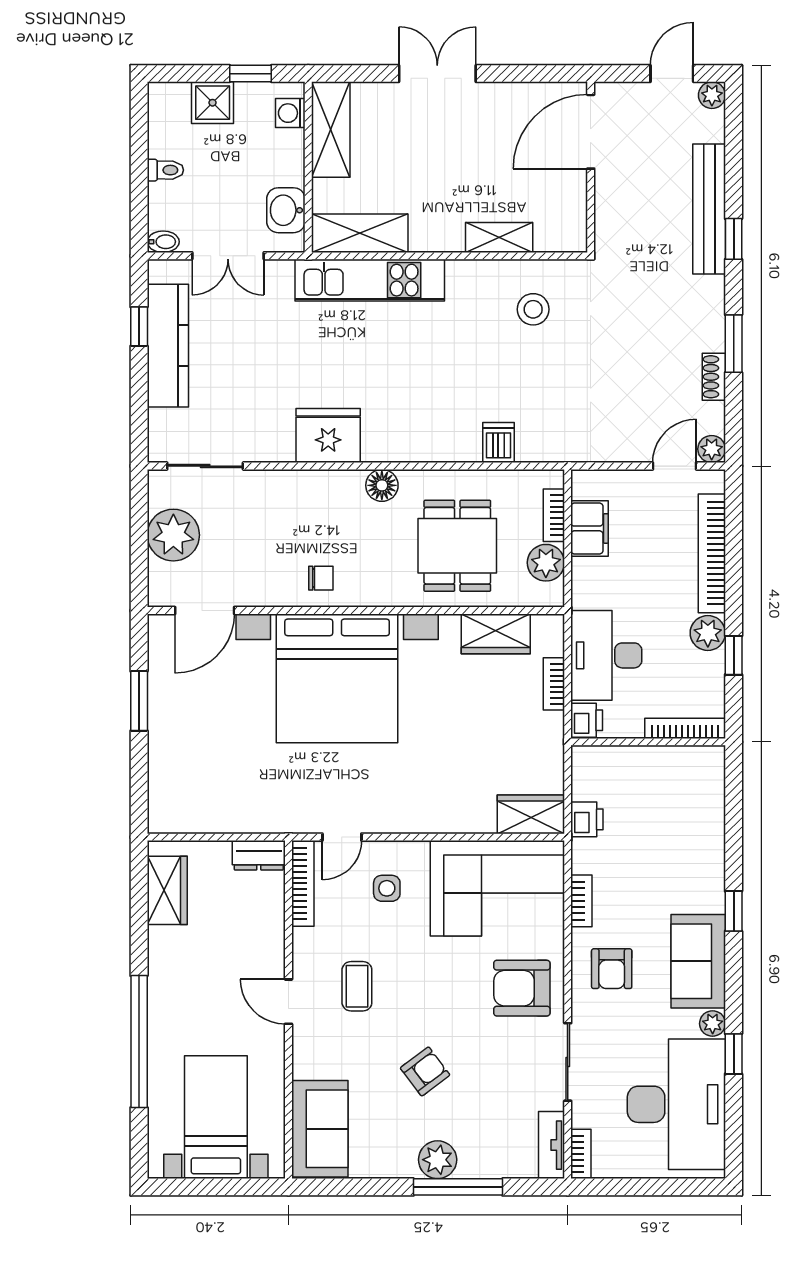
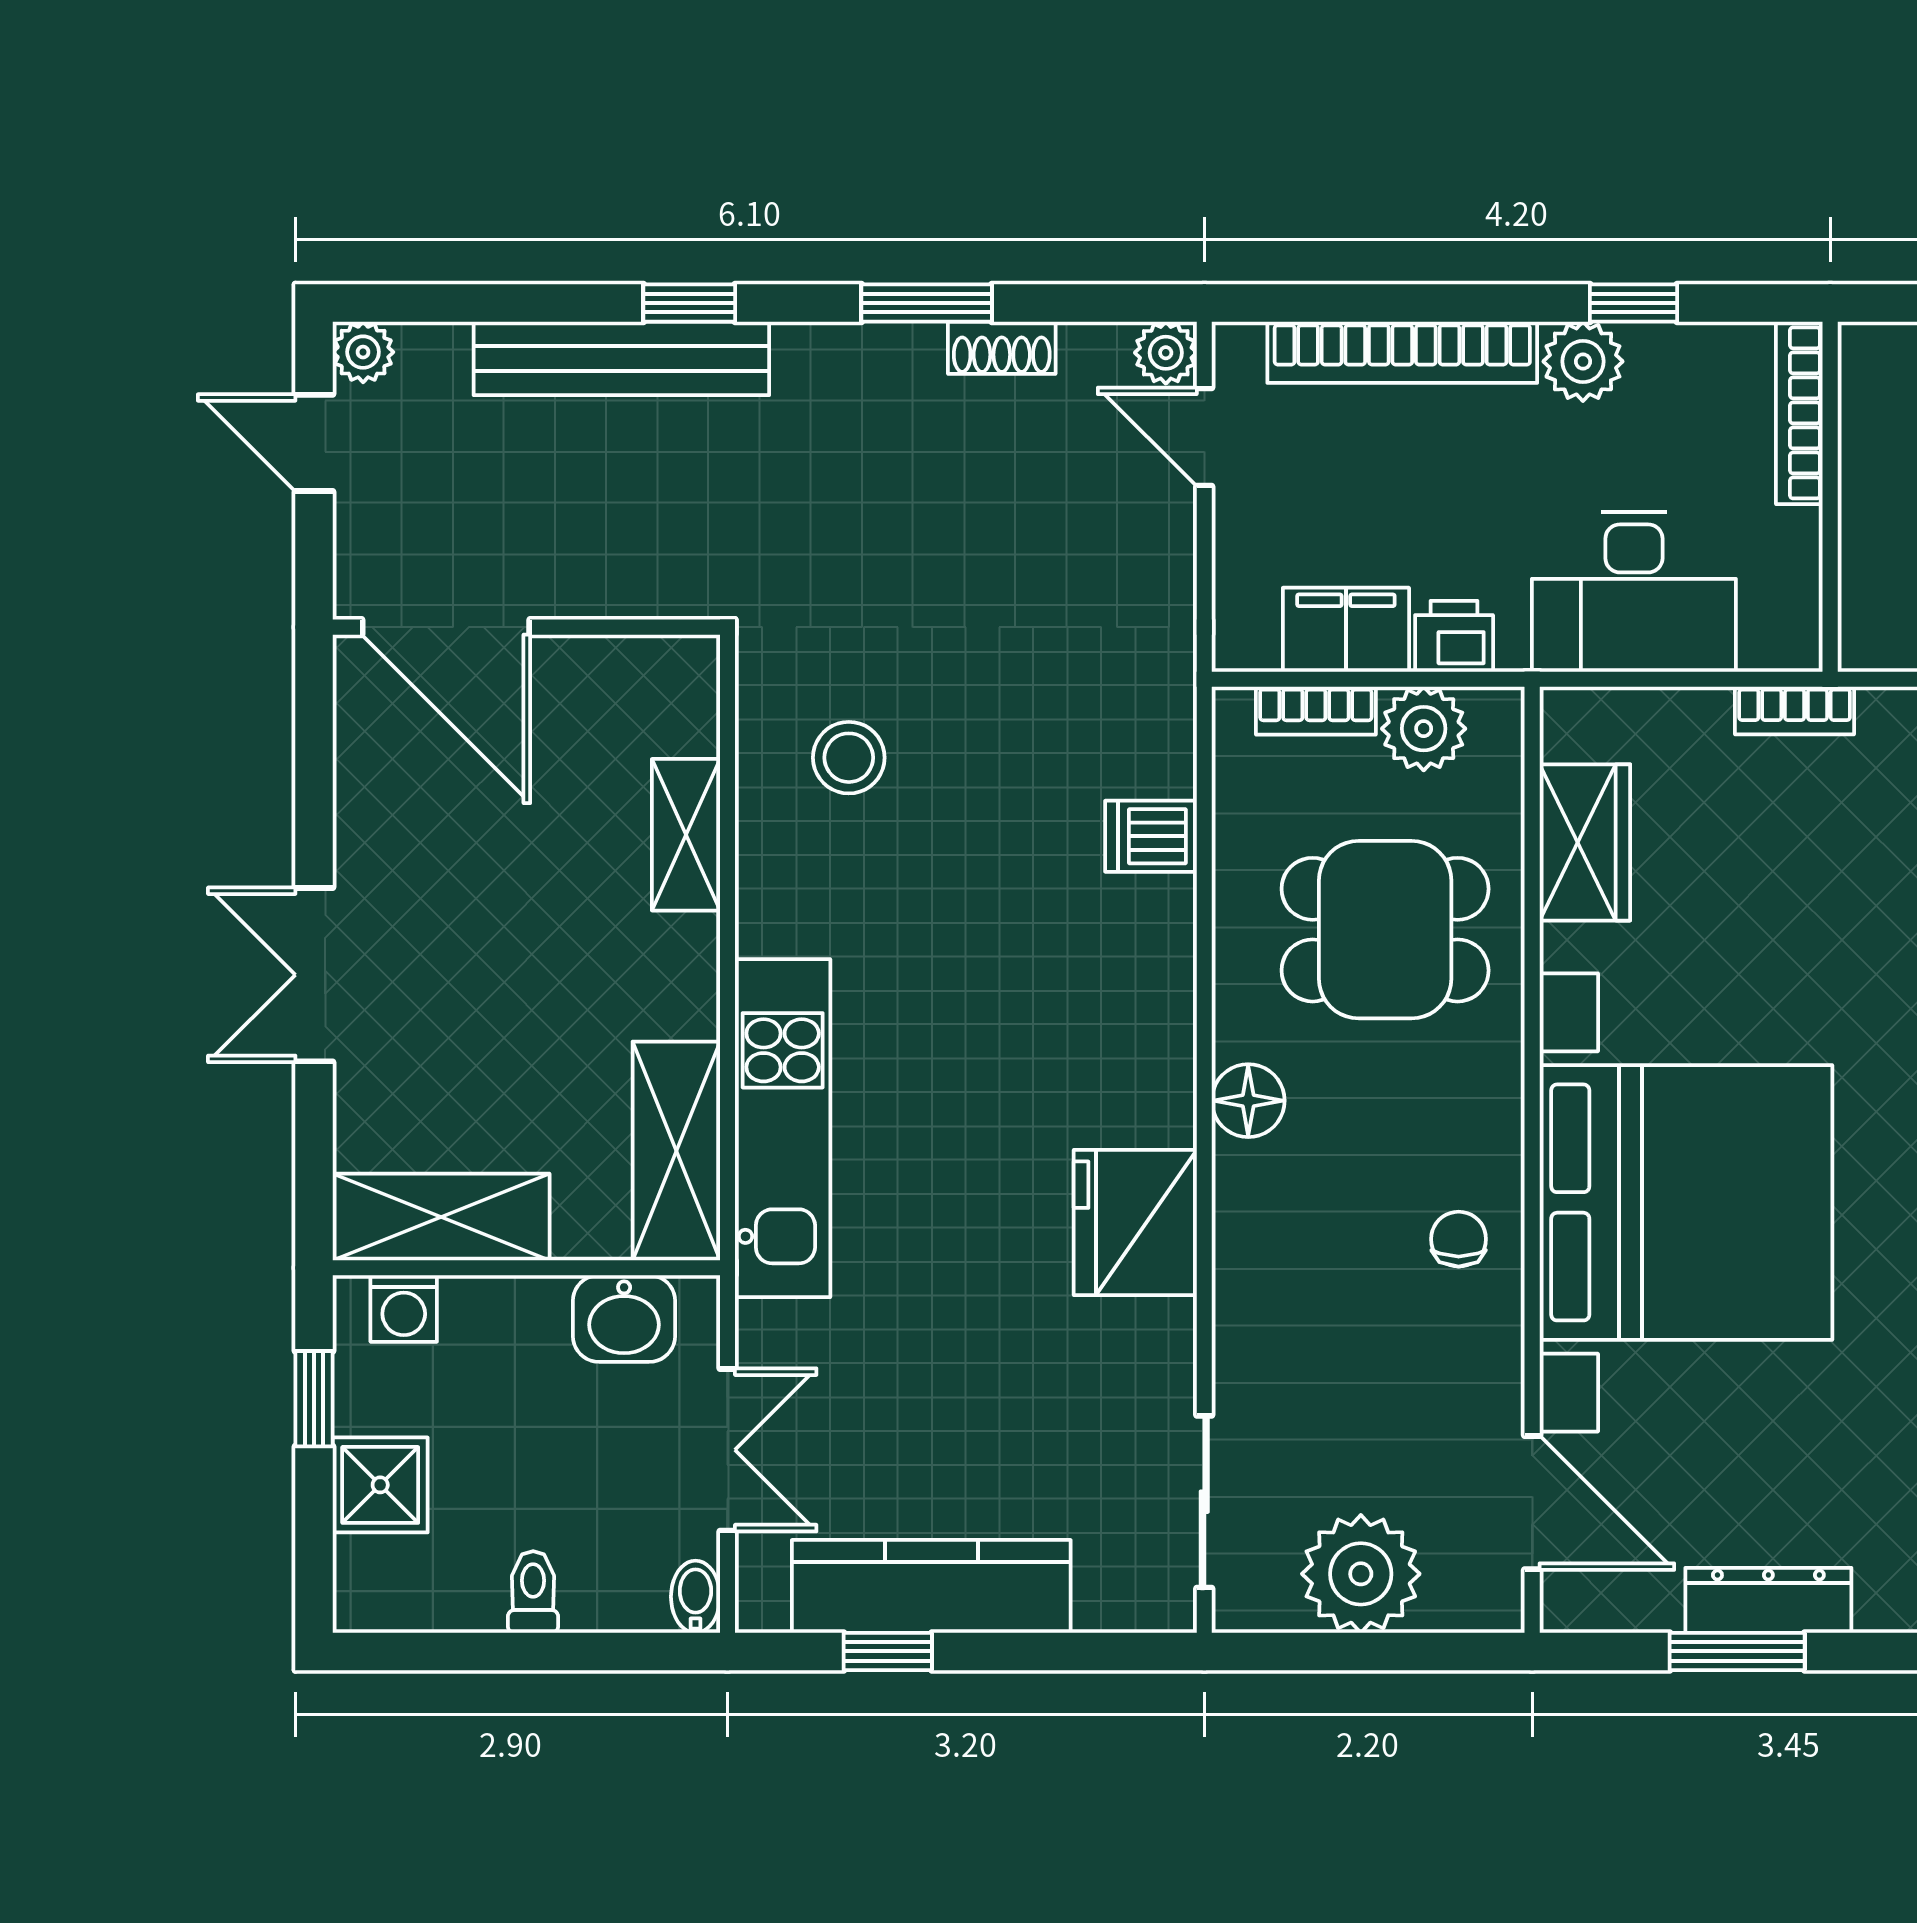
bookcase: (554, 684) -> (1795, 711), moved
dresser: (162, 715) -> (1768, 1600), added
printer: (587, 720) -> (1454, 636), moved

